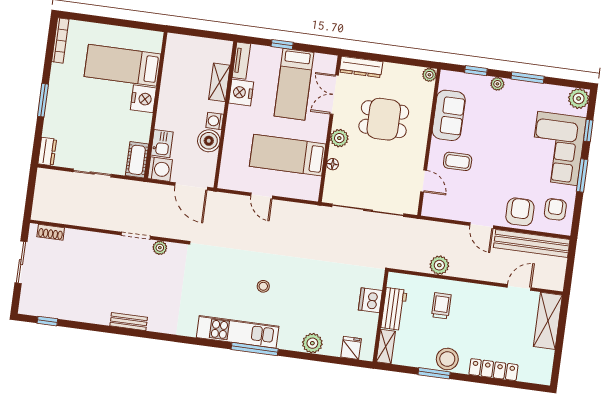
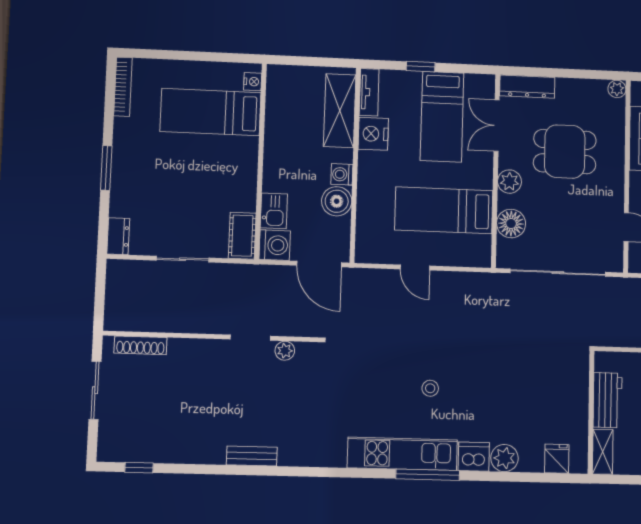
shelving: (219, 82) -> (340, 111), width x1.50, depth x1.33
nightstand: (143, 99) -> (253, 82), moved, width x0.53, depth x0.56
floor lamp: (333, 164) -> (511, 224), width x1.89, depth x1.89
shoe rack: (51, 232) -> (140, 345), width x1.43
dishwasher: (370, 300) -> (474, 457), moved, turned 90

